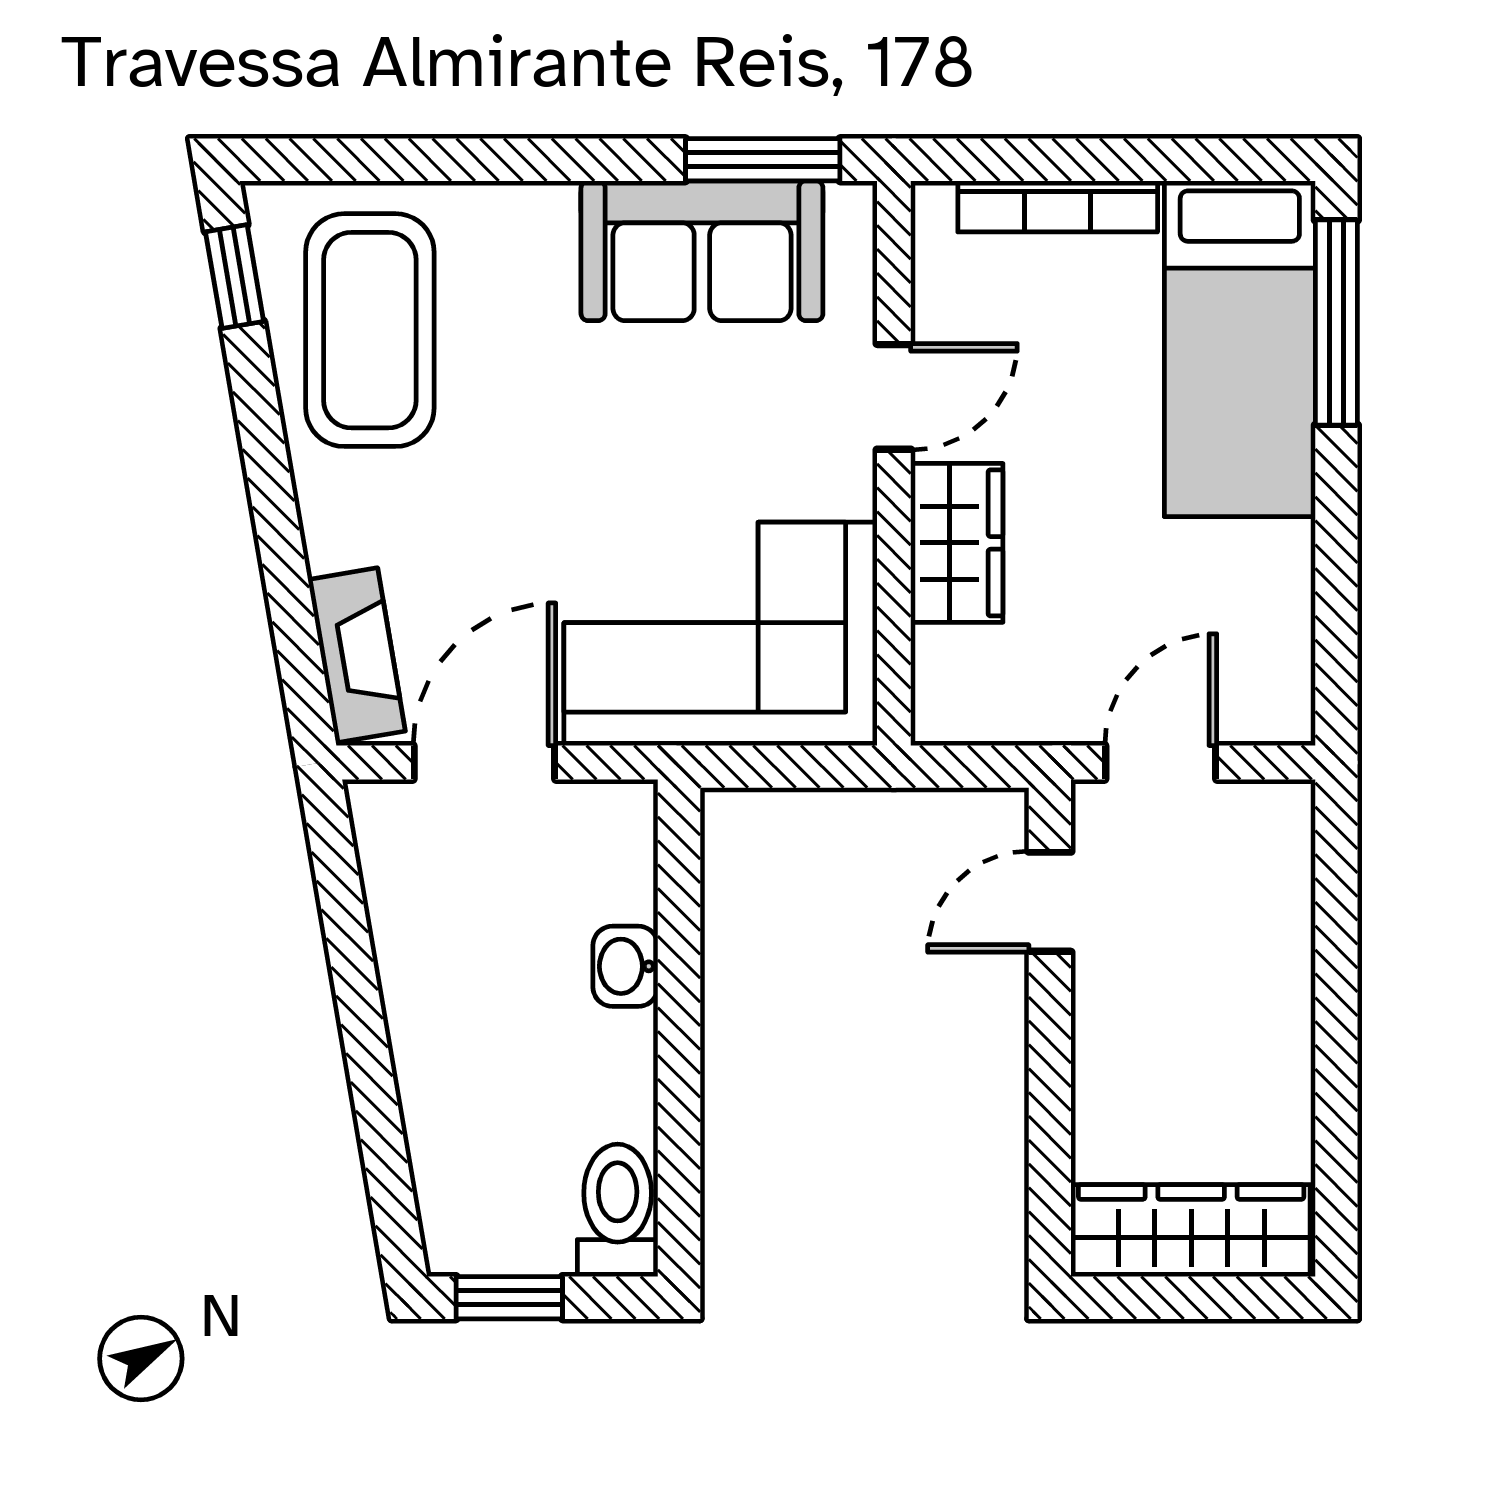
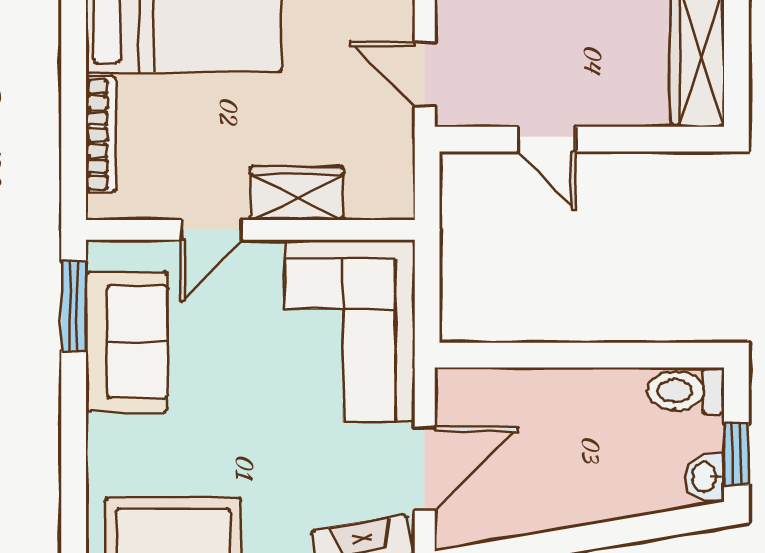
door: (894, 397) -> (212, 230), swing flipped
door: (484, 762) -> (425, 468), swing flipped
door: (1050, 902) -> (547, 139), moved
washbasin: (625, 966) -> (705, 477), moved, turned 90

